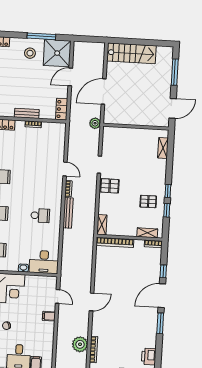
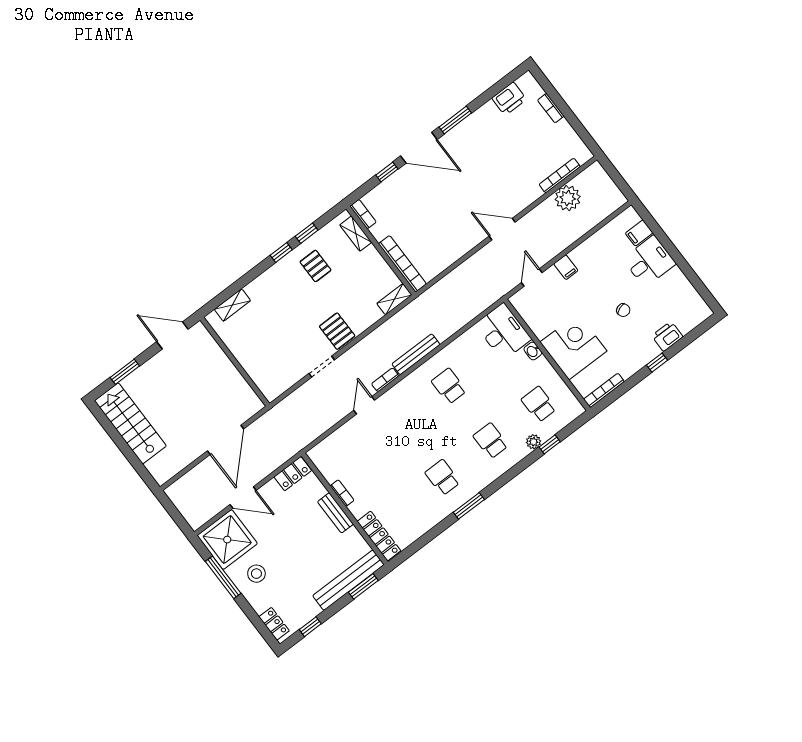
stairs: (131, 53) -> (130, 423), moved
window: (175, 72) -> (125, 372), width x0.69
door: (104, 92) -> (226, 440), hinge flipped
plant: (95, 123) -> (274, 417), removed

